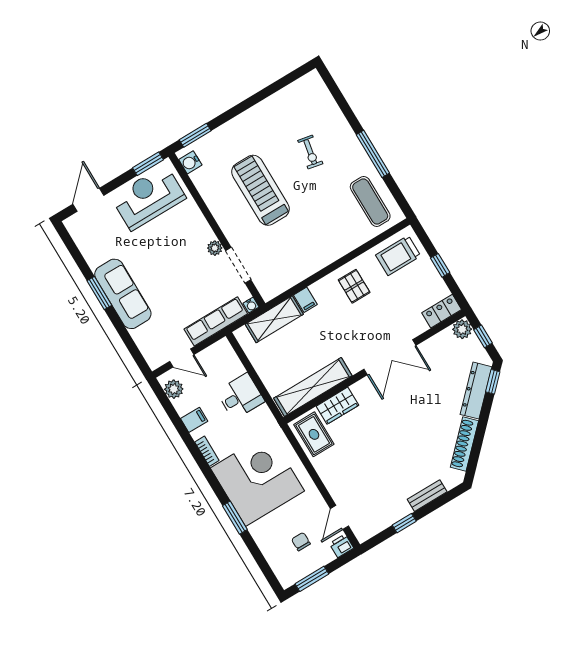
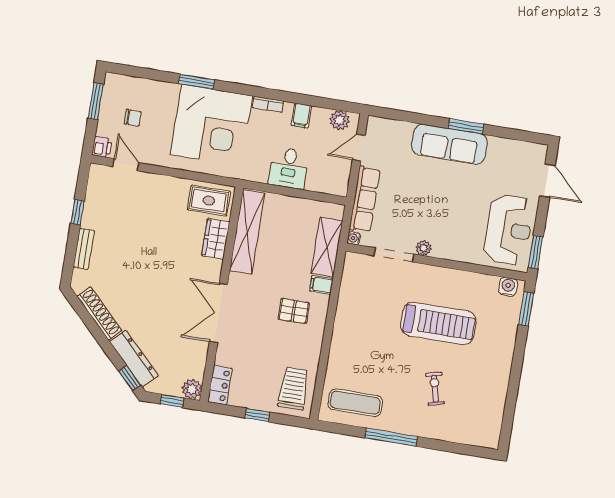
exercise bike: (310, 152) -> (435, 389), turned 65
pallet: (354, 286) -> (294, 311), moved

